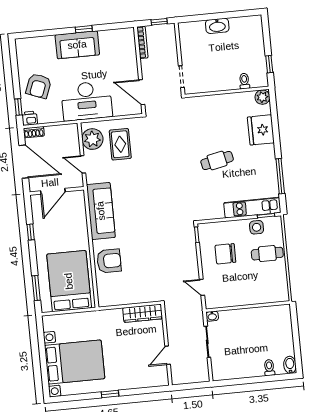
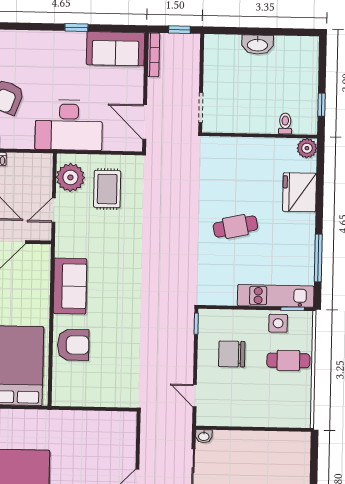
sofa: (77, 45) -> (116, 49), moved
door: (83, 164) -> (54, 210), hinge flipped
sofa: (101, 211) -> (70, 286), width x0.73
wardrobe: (143, 313) -> (110, 421), removed

